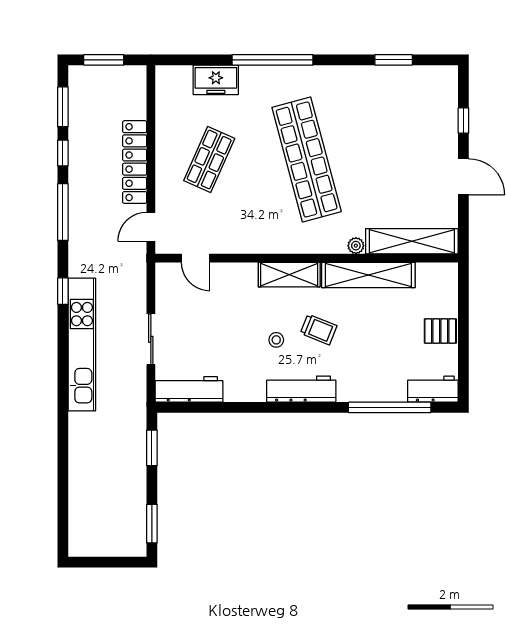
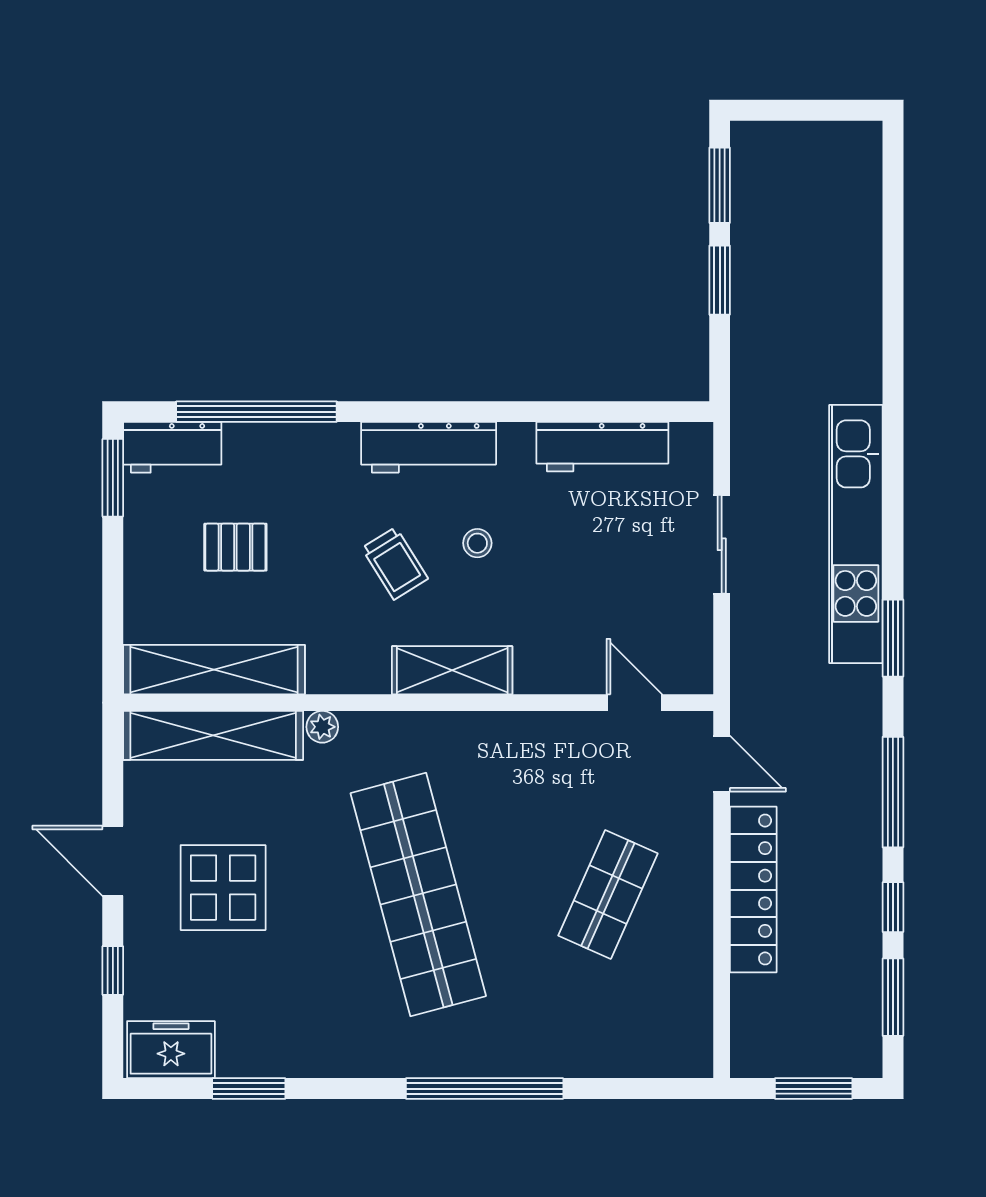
freezer: (216, 80) -> (171, 1050), moved
display table: (407, 163) -> (223, 888), added
door: (151, 227) -> (722, 764), hinge flipped
shelving: (368, 275) -> (214, 670), moved
window: (63, 291) -> (893, 638), width x1.50
trolley: (319, 329) -> (395, 563), turned -144
pallet: (440, 331) -> (235, 547), moved
window: (463, 373) -> (113, 478), added
workbench: (189, 389) -> (602, 447), moved
window: (152, 448) -> (720, 280), moved

